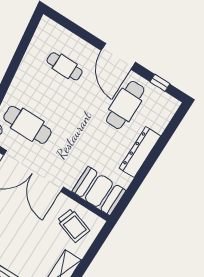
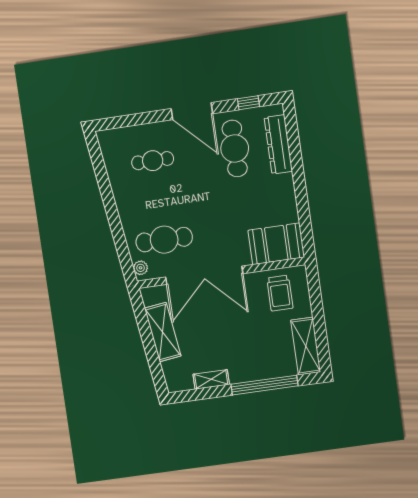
dresser: (140, 152) -> (278, 144), moved
trolley: (73, 226) -> (280, 293), turned 71

